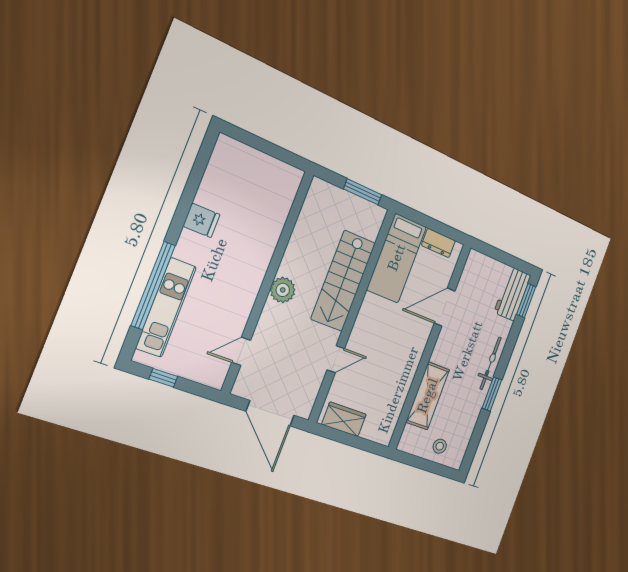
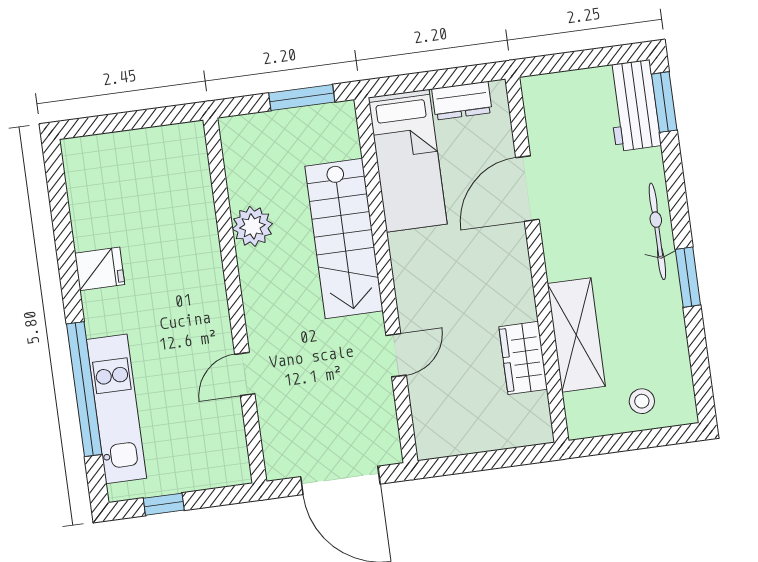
plant: (283, 290) -> (252, 226), moved
door: (241, 351) -> (245, 374), moved
wardrobe: (344, 419) -> (523, 358), moved, turned -90

